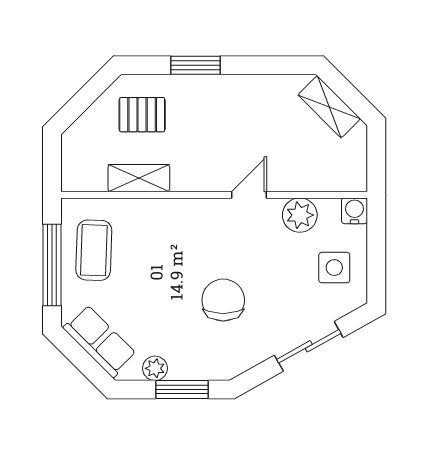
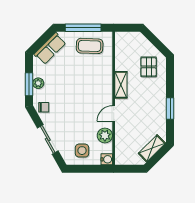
window: (196, 65) -> (170, 108), moved
shelving: (139, 178) -> (121, 85), moved
door: (249, 195) -> (114, 113), swing flipped
chair: (223, 300) -> (44, 107), moved, width x0.54, depth x0.54
plant: (155, 368) -> (38, 83), moved

